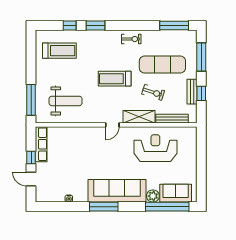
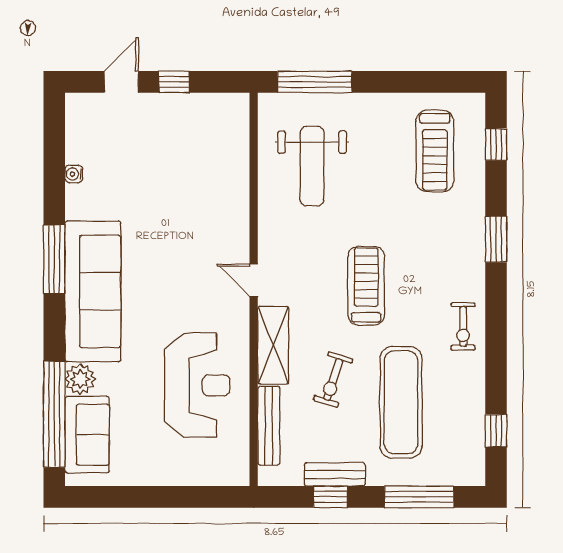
window: (70, 26) -> (496, 144), moved
window: (174, 26) -> (496, 431), width x0.46
row of seats: (41, 144) -> (207, 107), removed

